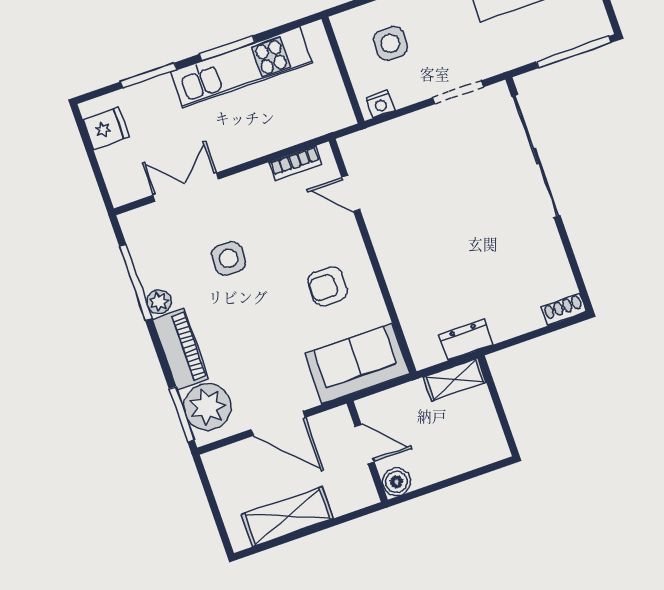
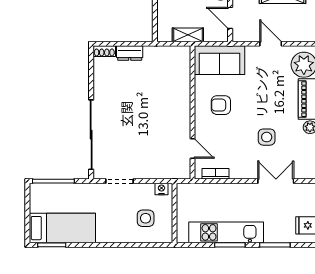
double door: (186, 187) -> (276, 181), swing flipped
armchair: (328, 286) -> (221, 105), turned 180
dresser: (466, 340) -> (130, 53), moved
shelving: (455, 379) -> (188, 35), moved
door: (278, 423) -> (271, 44), width x0.73

